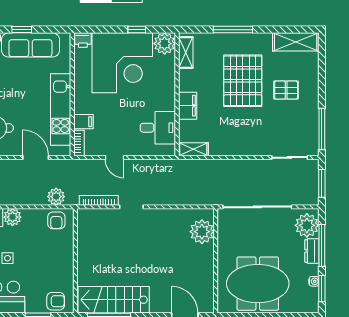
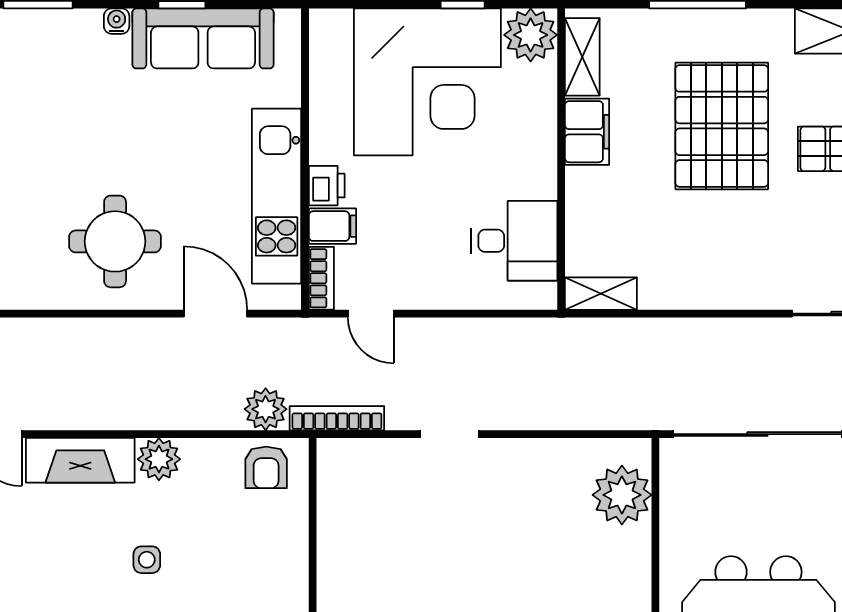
printer: (83, 40) -> (327, 186), moved, turned -90
filing cabinet: (188, 106) -> (587, 132), moved
door: (114, 157) -> (371, 314), moved
bookcase: (99, 200) -> (337, 418), moved

